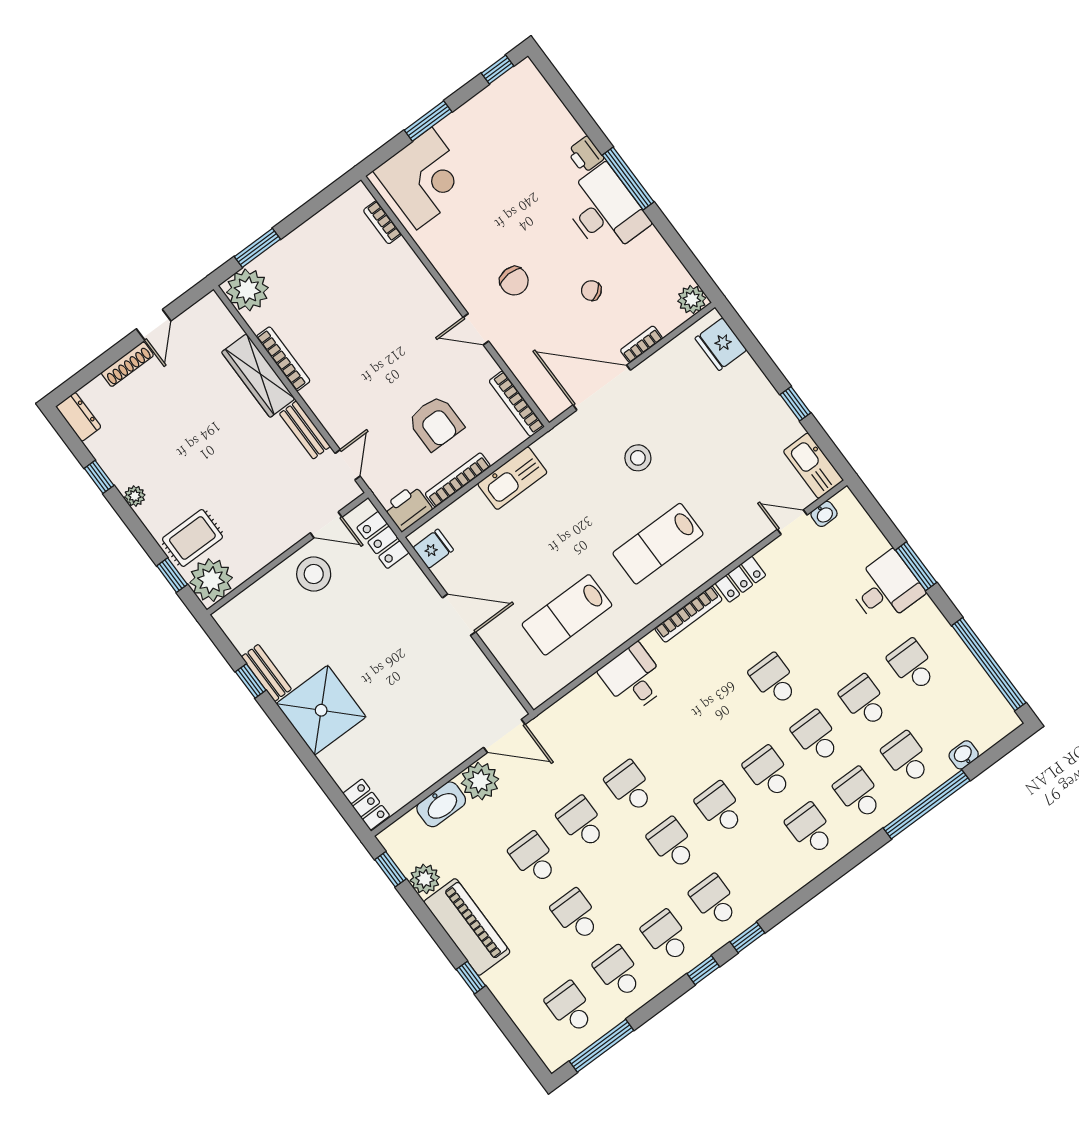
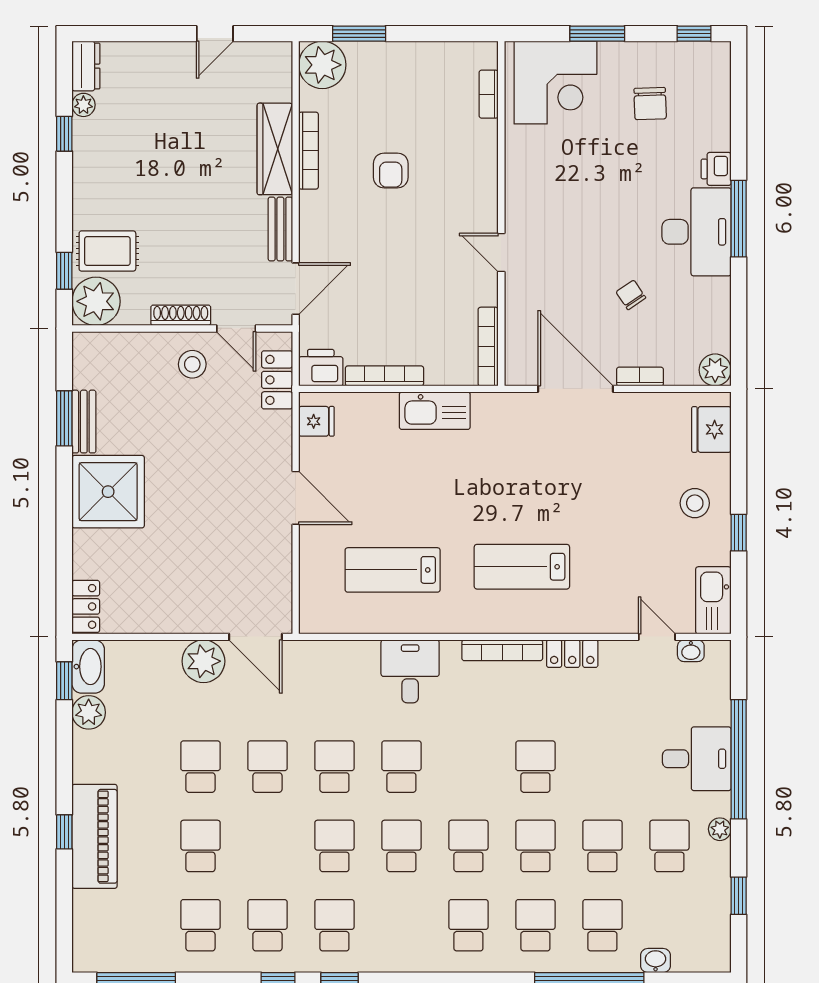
chair: (514, 281) -> (650, 104), moved
shoe rack: (127, 364) -> (181, 315), moved, turned 180
armchair: (436, 423) -> (391, 170), moved, width x0.72, depth x0.72
stool: (638, 458) -> (695, 503), moved
door: (348, 465) -> (296, 289), width x1.38
plant: (135, 496) -> (83, 105), moved
window: (916, 566) -> (739, 759), width x2.11
stool: (314, 574) -> (192, 364), width x0.73, depth x0.73
plant: (940, 627) -> (720, 829), added
window: (989, 664) -> (739, 896), width x0.32
window: (251, 681) -> (64, 418), width x1.50
washbasin: (441, 804) -> (88, 667), moved, turned -90
piano: (467, 927) -> (94, 836), moved
school desk: (570, 1008) -> (401, 767), moved

